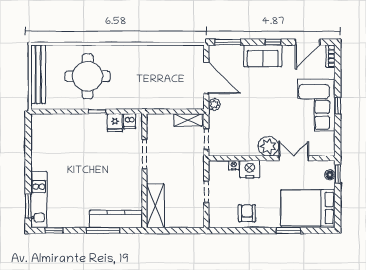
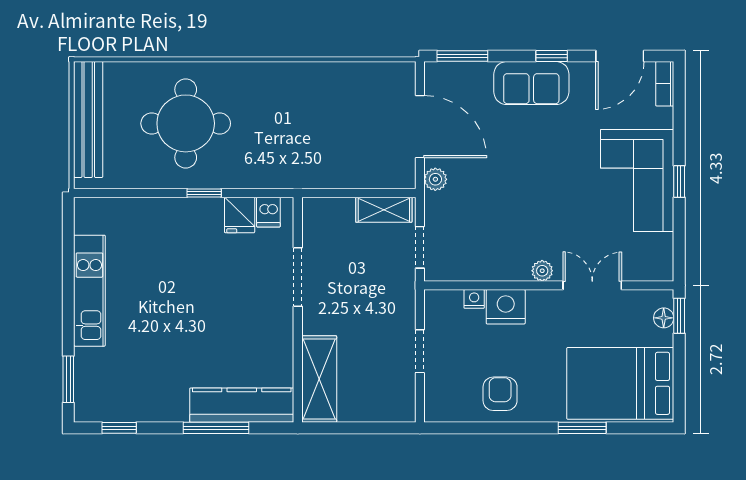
plant: (268, 146) -> (542, 271), width x0.53, depth x0.53
kitchen unit: (39, 200) -> (89, 291), moved

